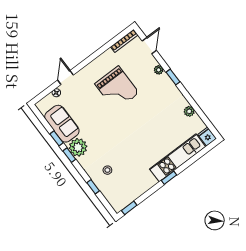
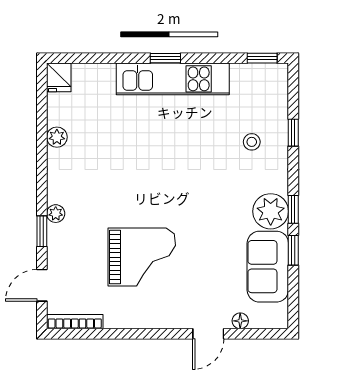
plant: (159, 70) -> (56, 214), moved
window: (173, 77) -> (42, 231), moved
grand piano: (117, 88) -> (142, 257), turned 90
kitchen unit: (178, 158) -> (173, 79), moved

